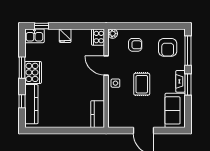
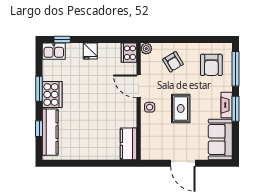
armchair: (135, 45) -> (173, 62), turned 59

